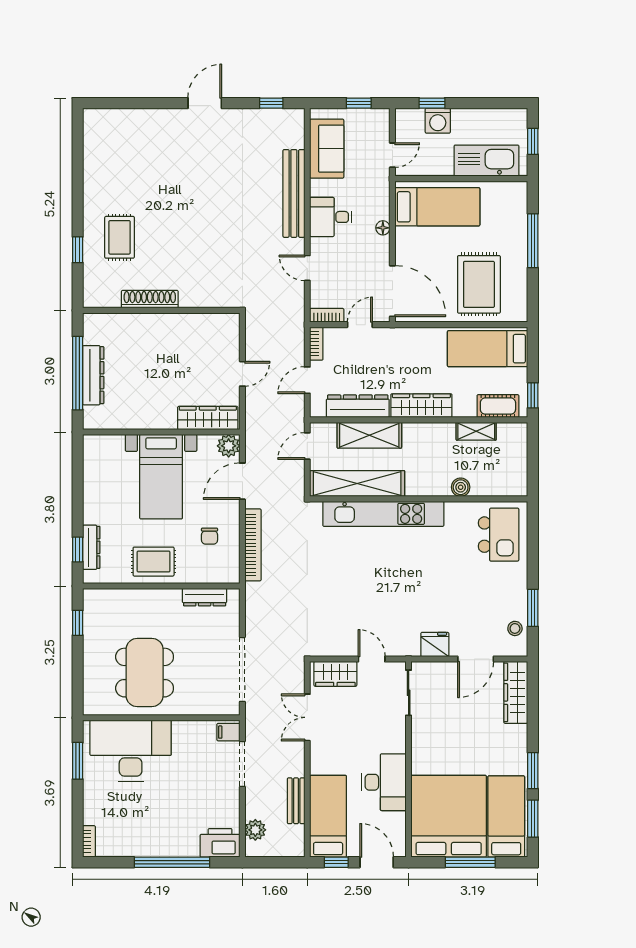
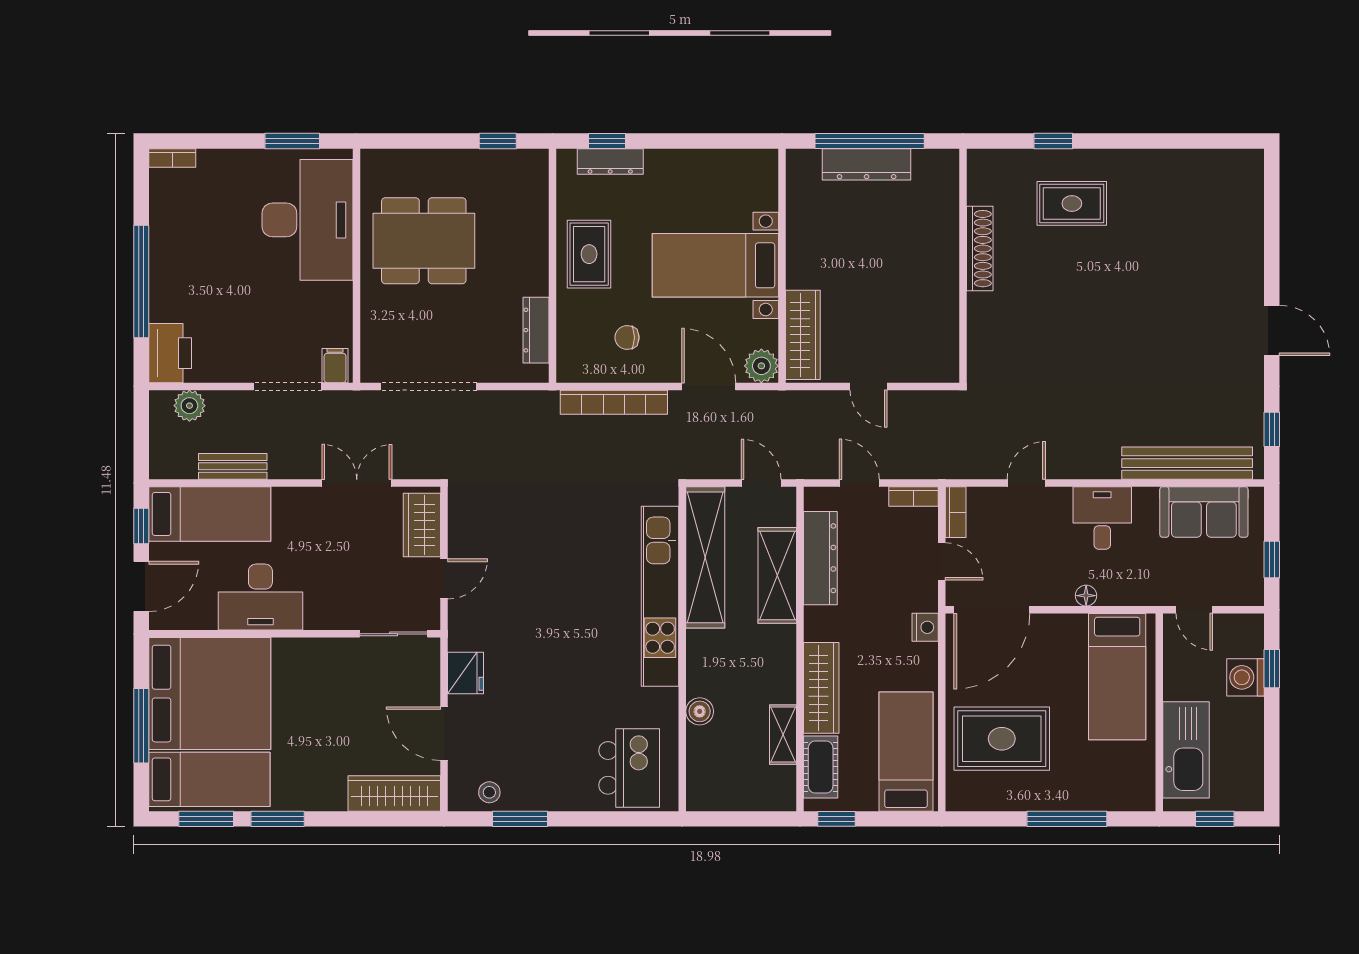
bench: (294, 193) -> (1187, 463), moved
nightstand: (404, 336) -> (925, 627), added
wardrobe: (421, 406) -> (821, 688), moved
kitchen island: (499, 535) -> (629, 768), turned -90

